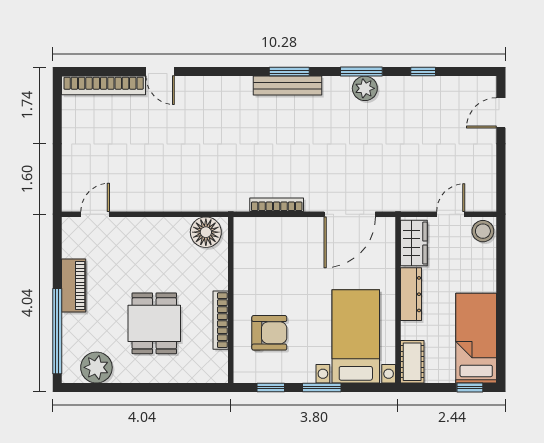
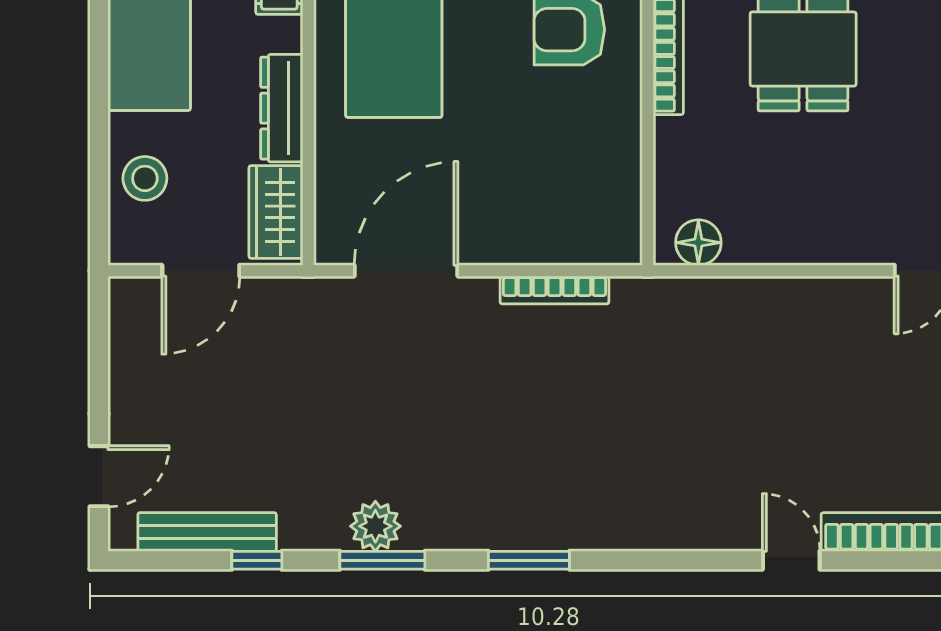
bench: (287, 86) -> (207, 532), moved
door: (451, 214) -> (201, 271), width x1.37
stool: (483, 231) -> (145, 178), moved
floor lamp: (206, 232) -> (698, 243), width x0.73, depth x0.73

